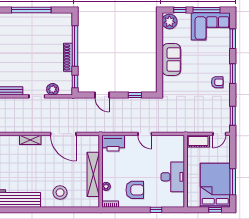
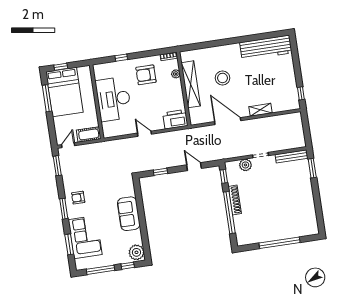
corner sofa: (211, 26) -> (85, 237), moved, turned 90
desk: (173, 177) -> (114, 99), width x1.36, depth x1.30
stool: (60, 192) -> (222, 78), moved

